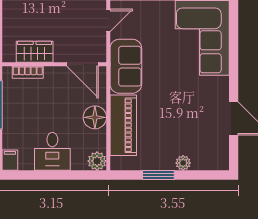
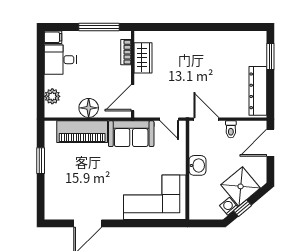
desk: (52, 151) -> (60, 60), moved
plant: (97, 161) -> (52, 96), moved
plant: (183, 163) -> (51, 181), removed

